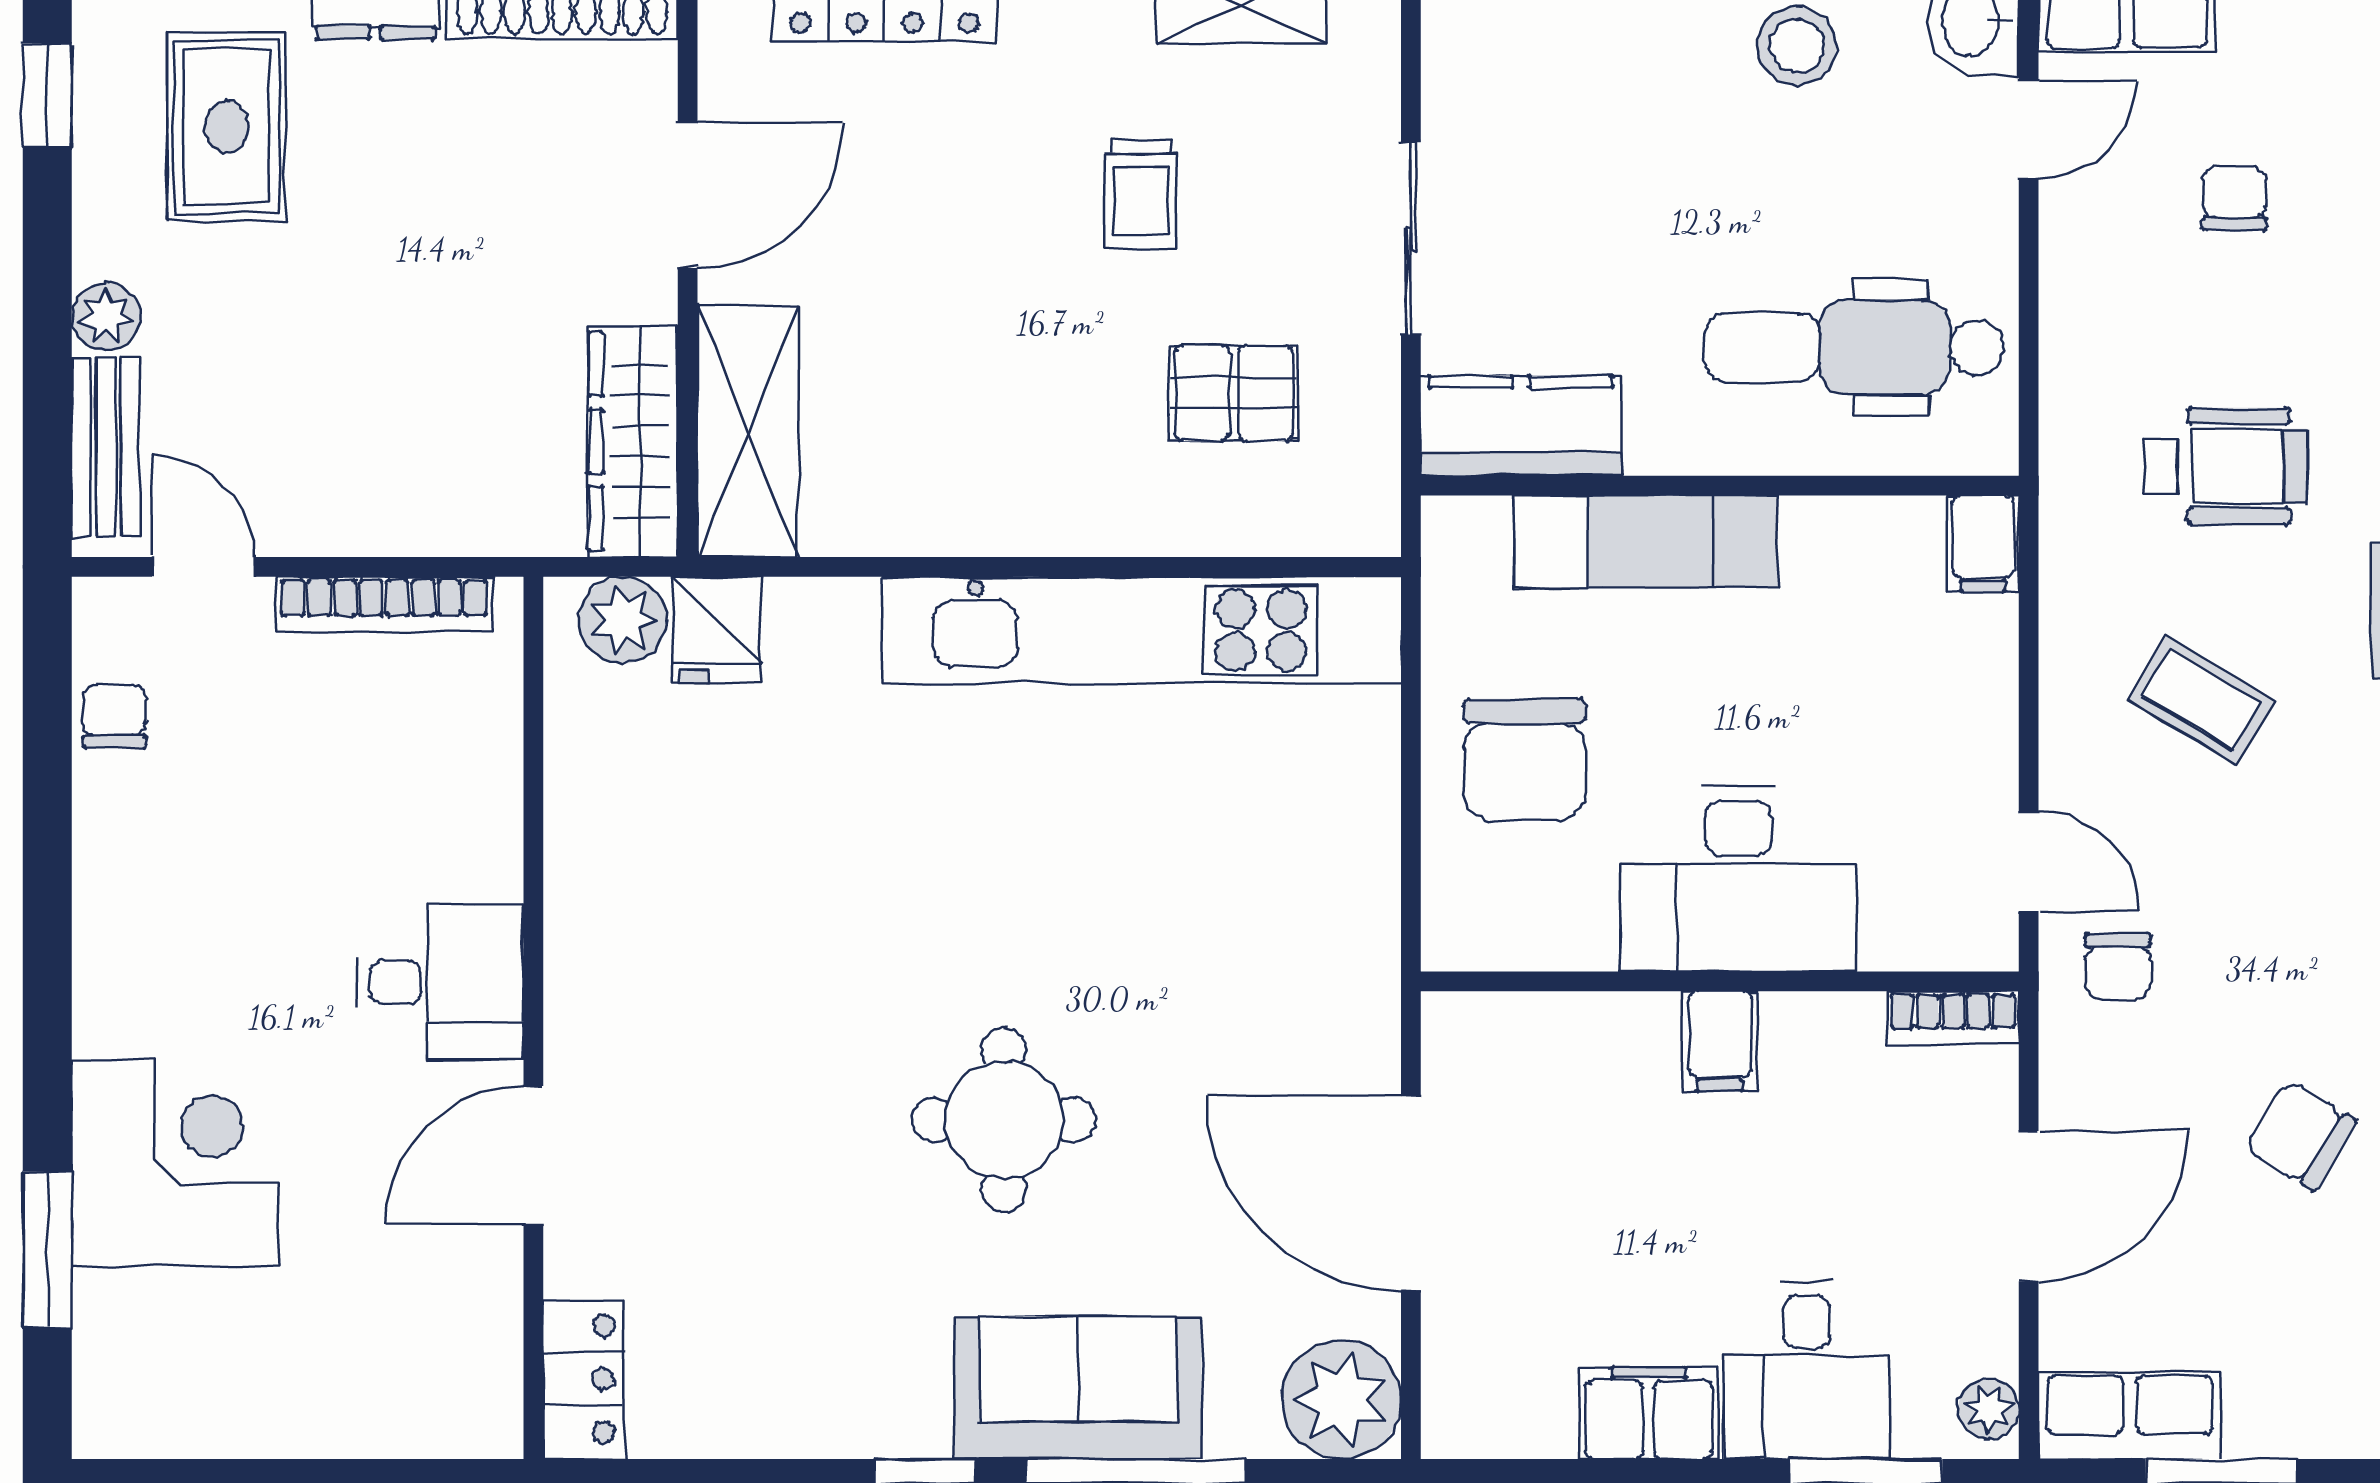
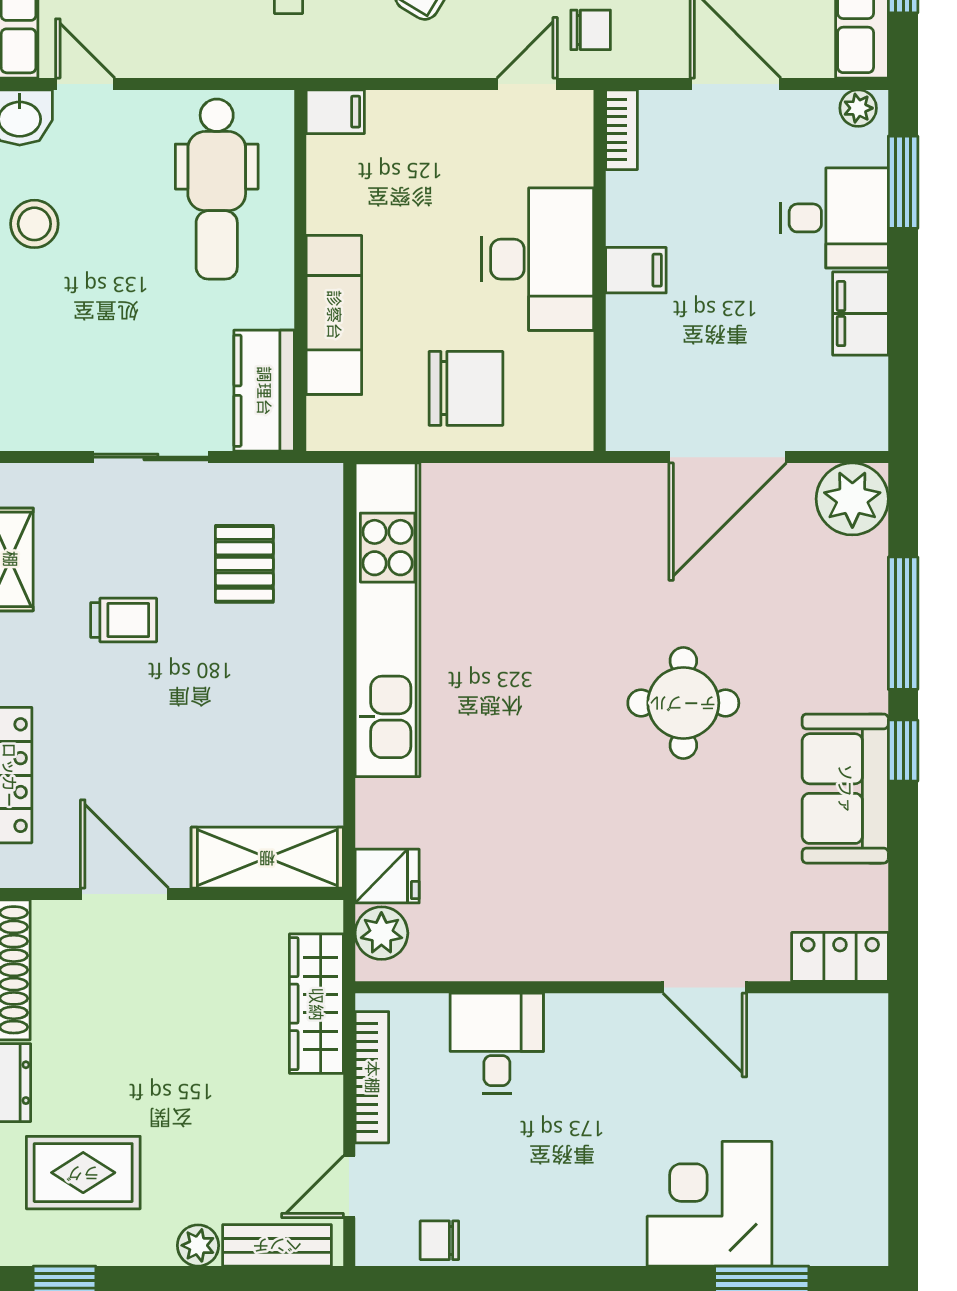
wardrobe: (633, 442) -> (316, 1004), moved, turned 90
desk: (440, 982) -> (497, 1043), moved
sofa: (1078, 1388) -> (845, 789), moved

